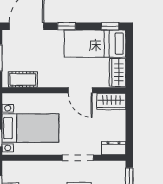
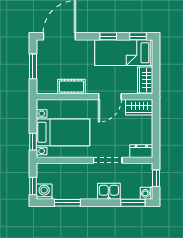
window: (66, 26) -> (108, 36), moved
cot: (23, 79) -> (72, 86), moved
door: (80, 90) -> (110, 97), hinge flipped

